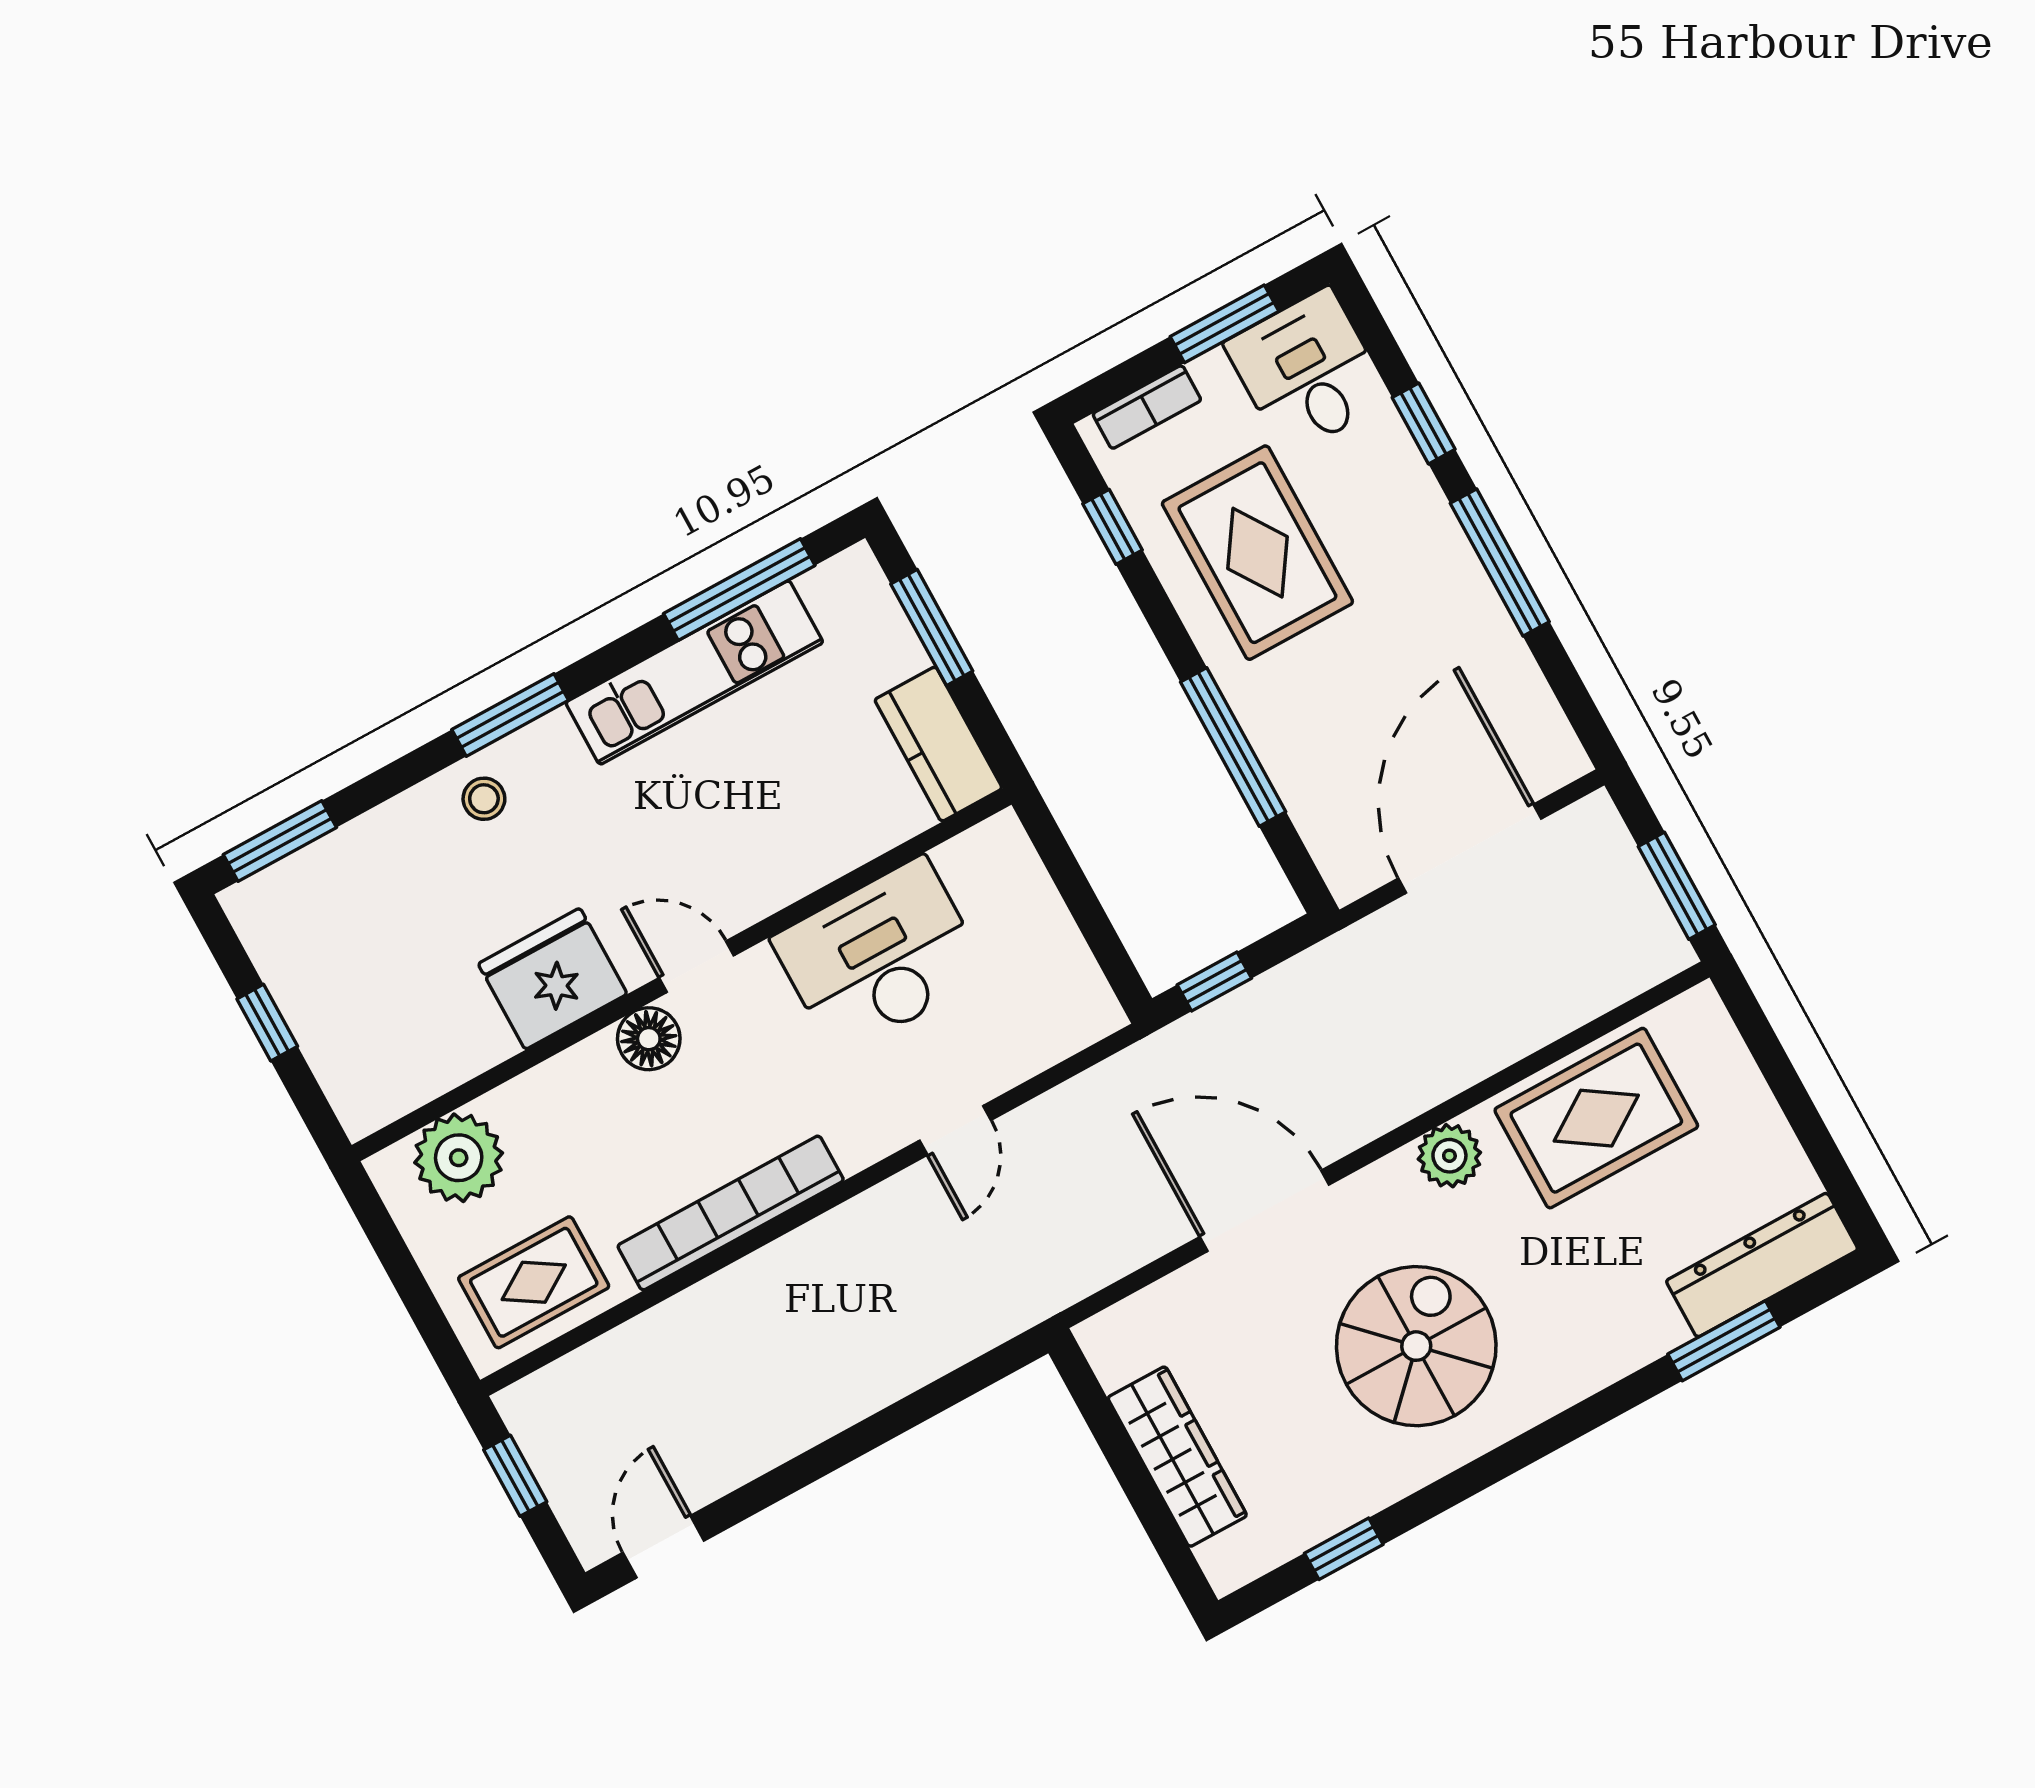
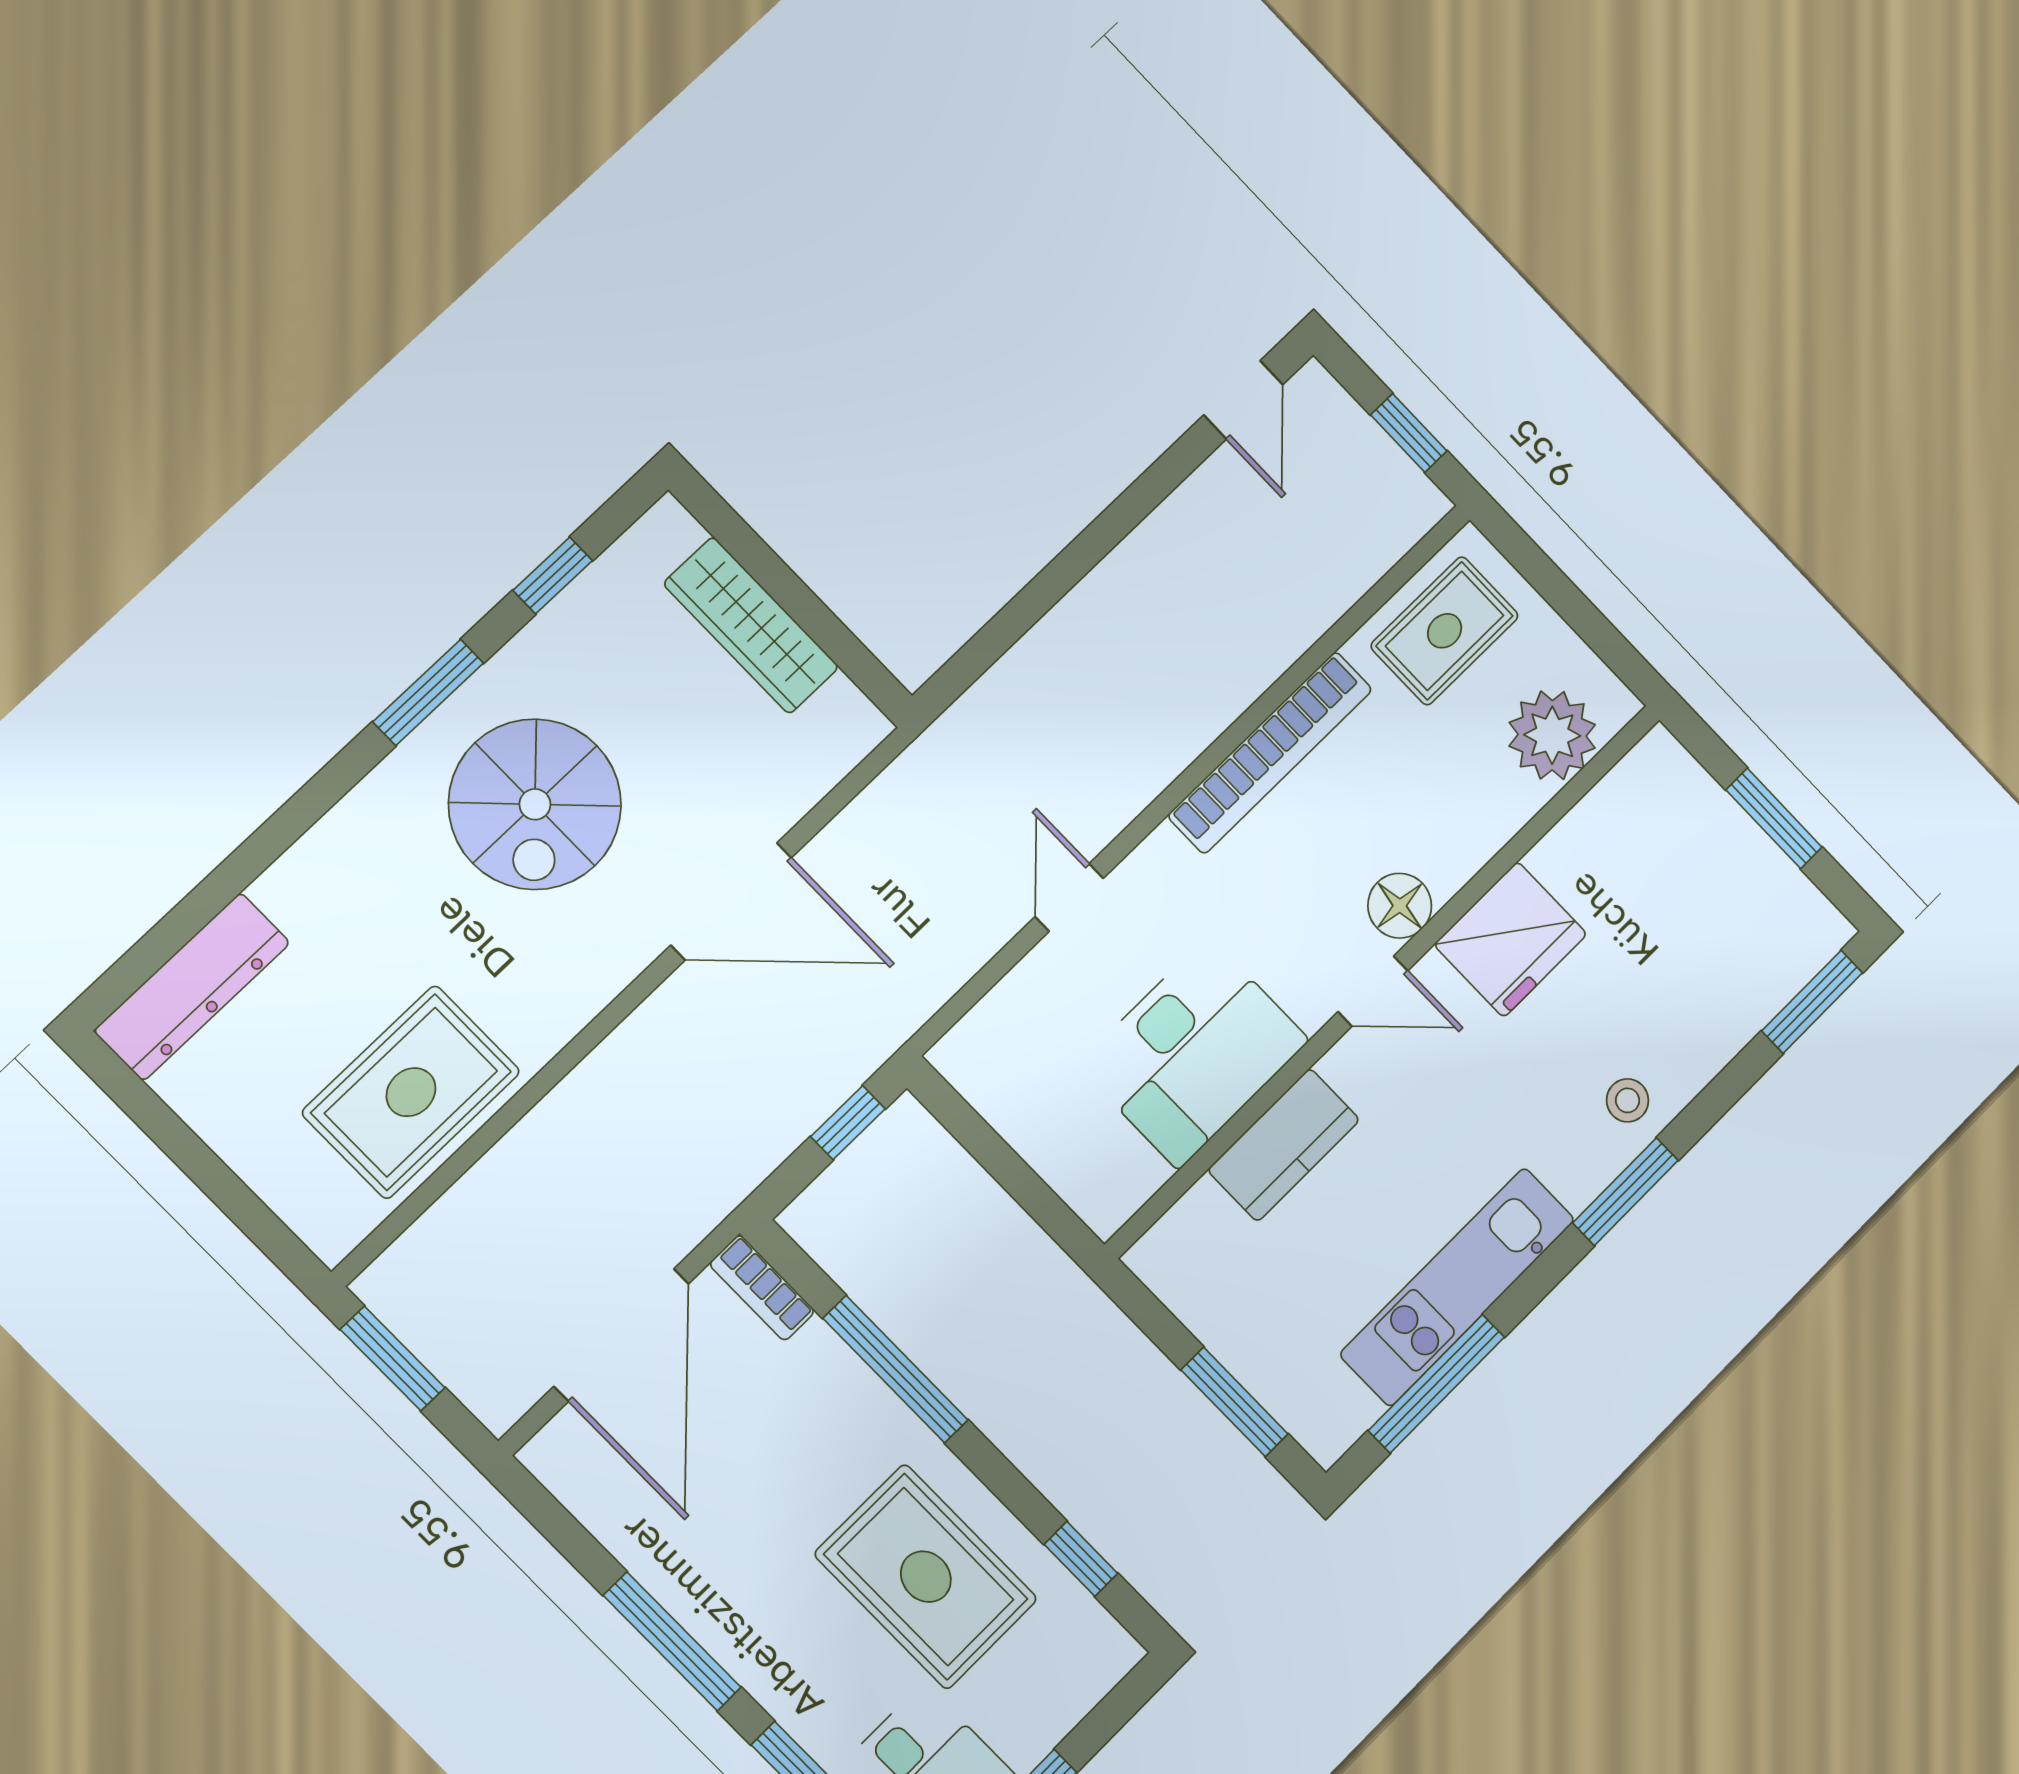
bookcase: (1147, 407) -> (762, 1288), moved, turned -90
kitchen counter: (938, 744) -> (1284, 1145), moved, turned 90
window: (267, 1023) -> (1774, 818), width x1.50
plant: (1449, 1156) -> (555, 1011), removed
window: (1724, 1341) -> (428, 692), moved

